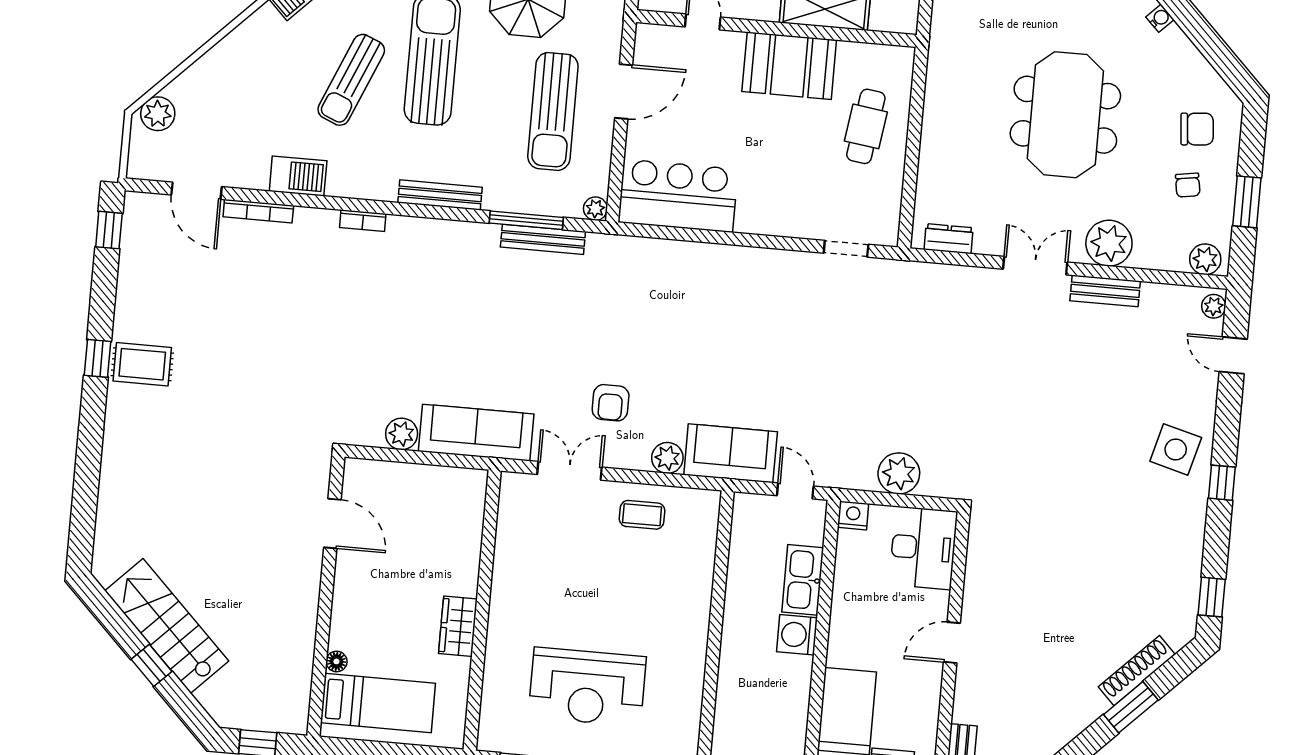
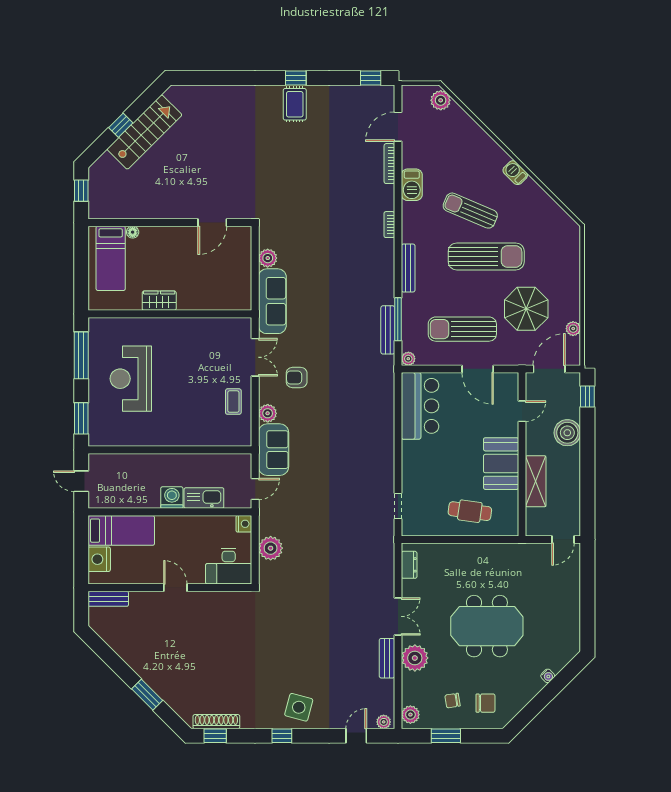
chair: (1197, 129) -> (485, 703), turned -85
shoe rack: (1137, 671) -> (216, 722), moved, turned -45

